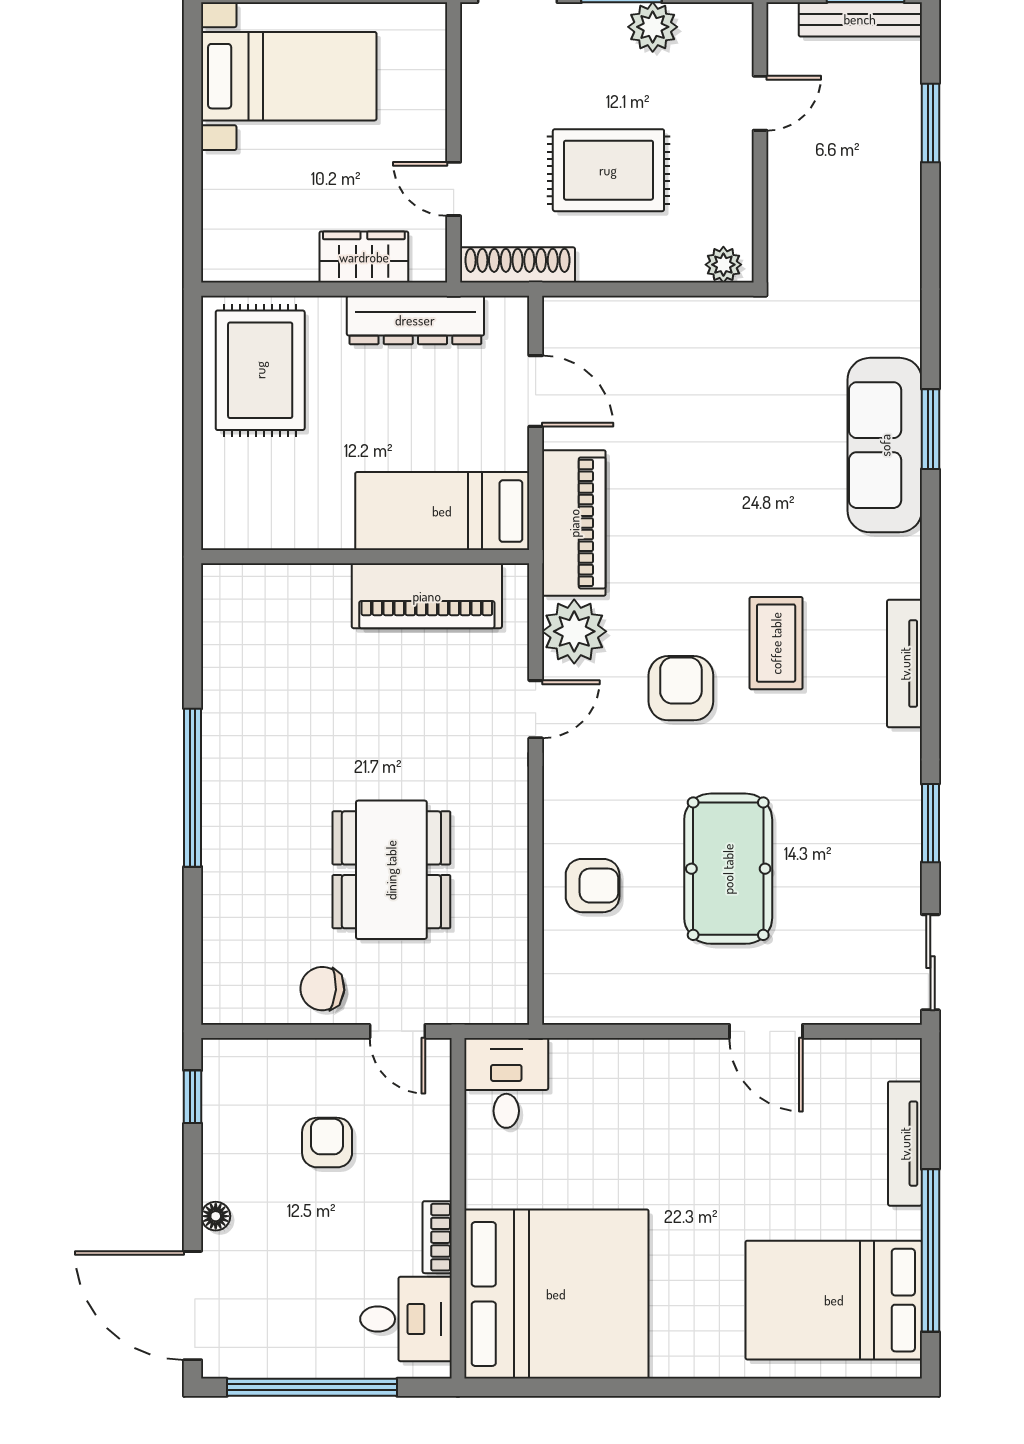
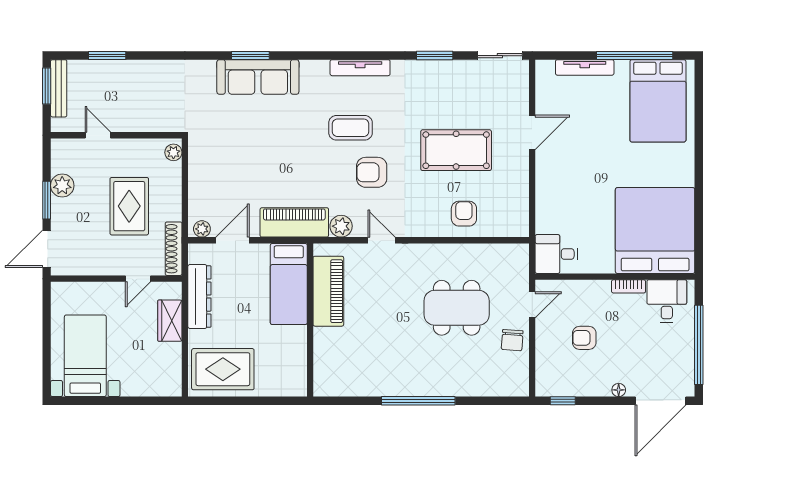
plant: (560, 326) -> (202, 229), added
plant: (574, 631) -> (341, 226), width x0.73, depth x0.73

